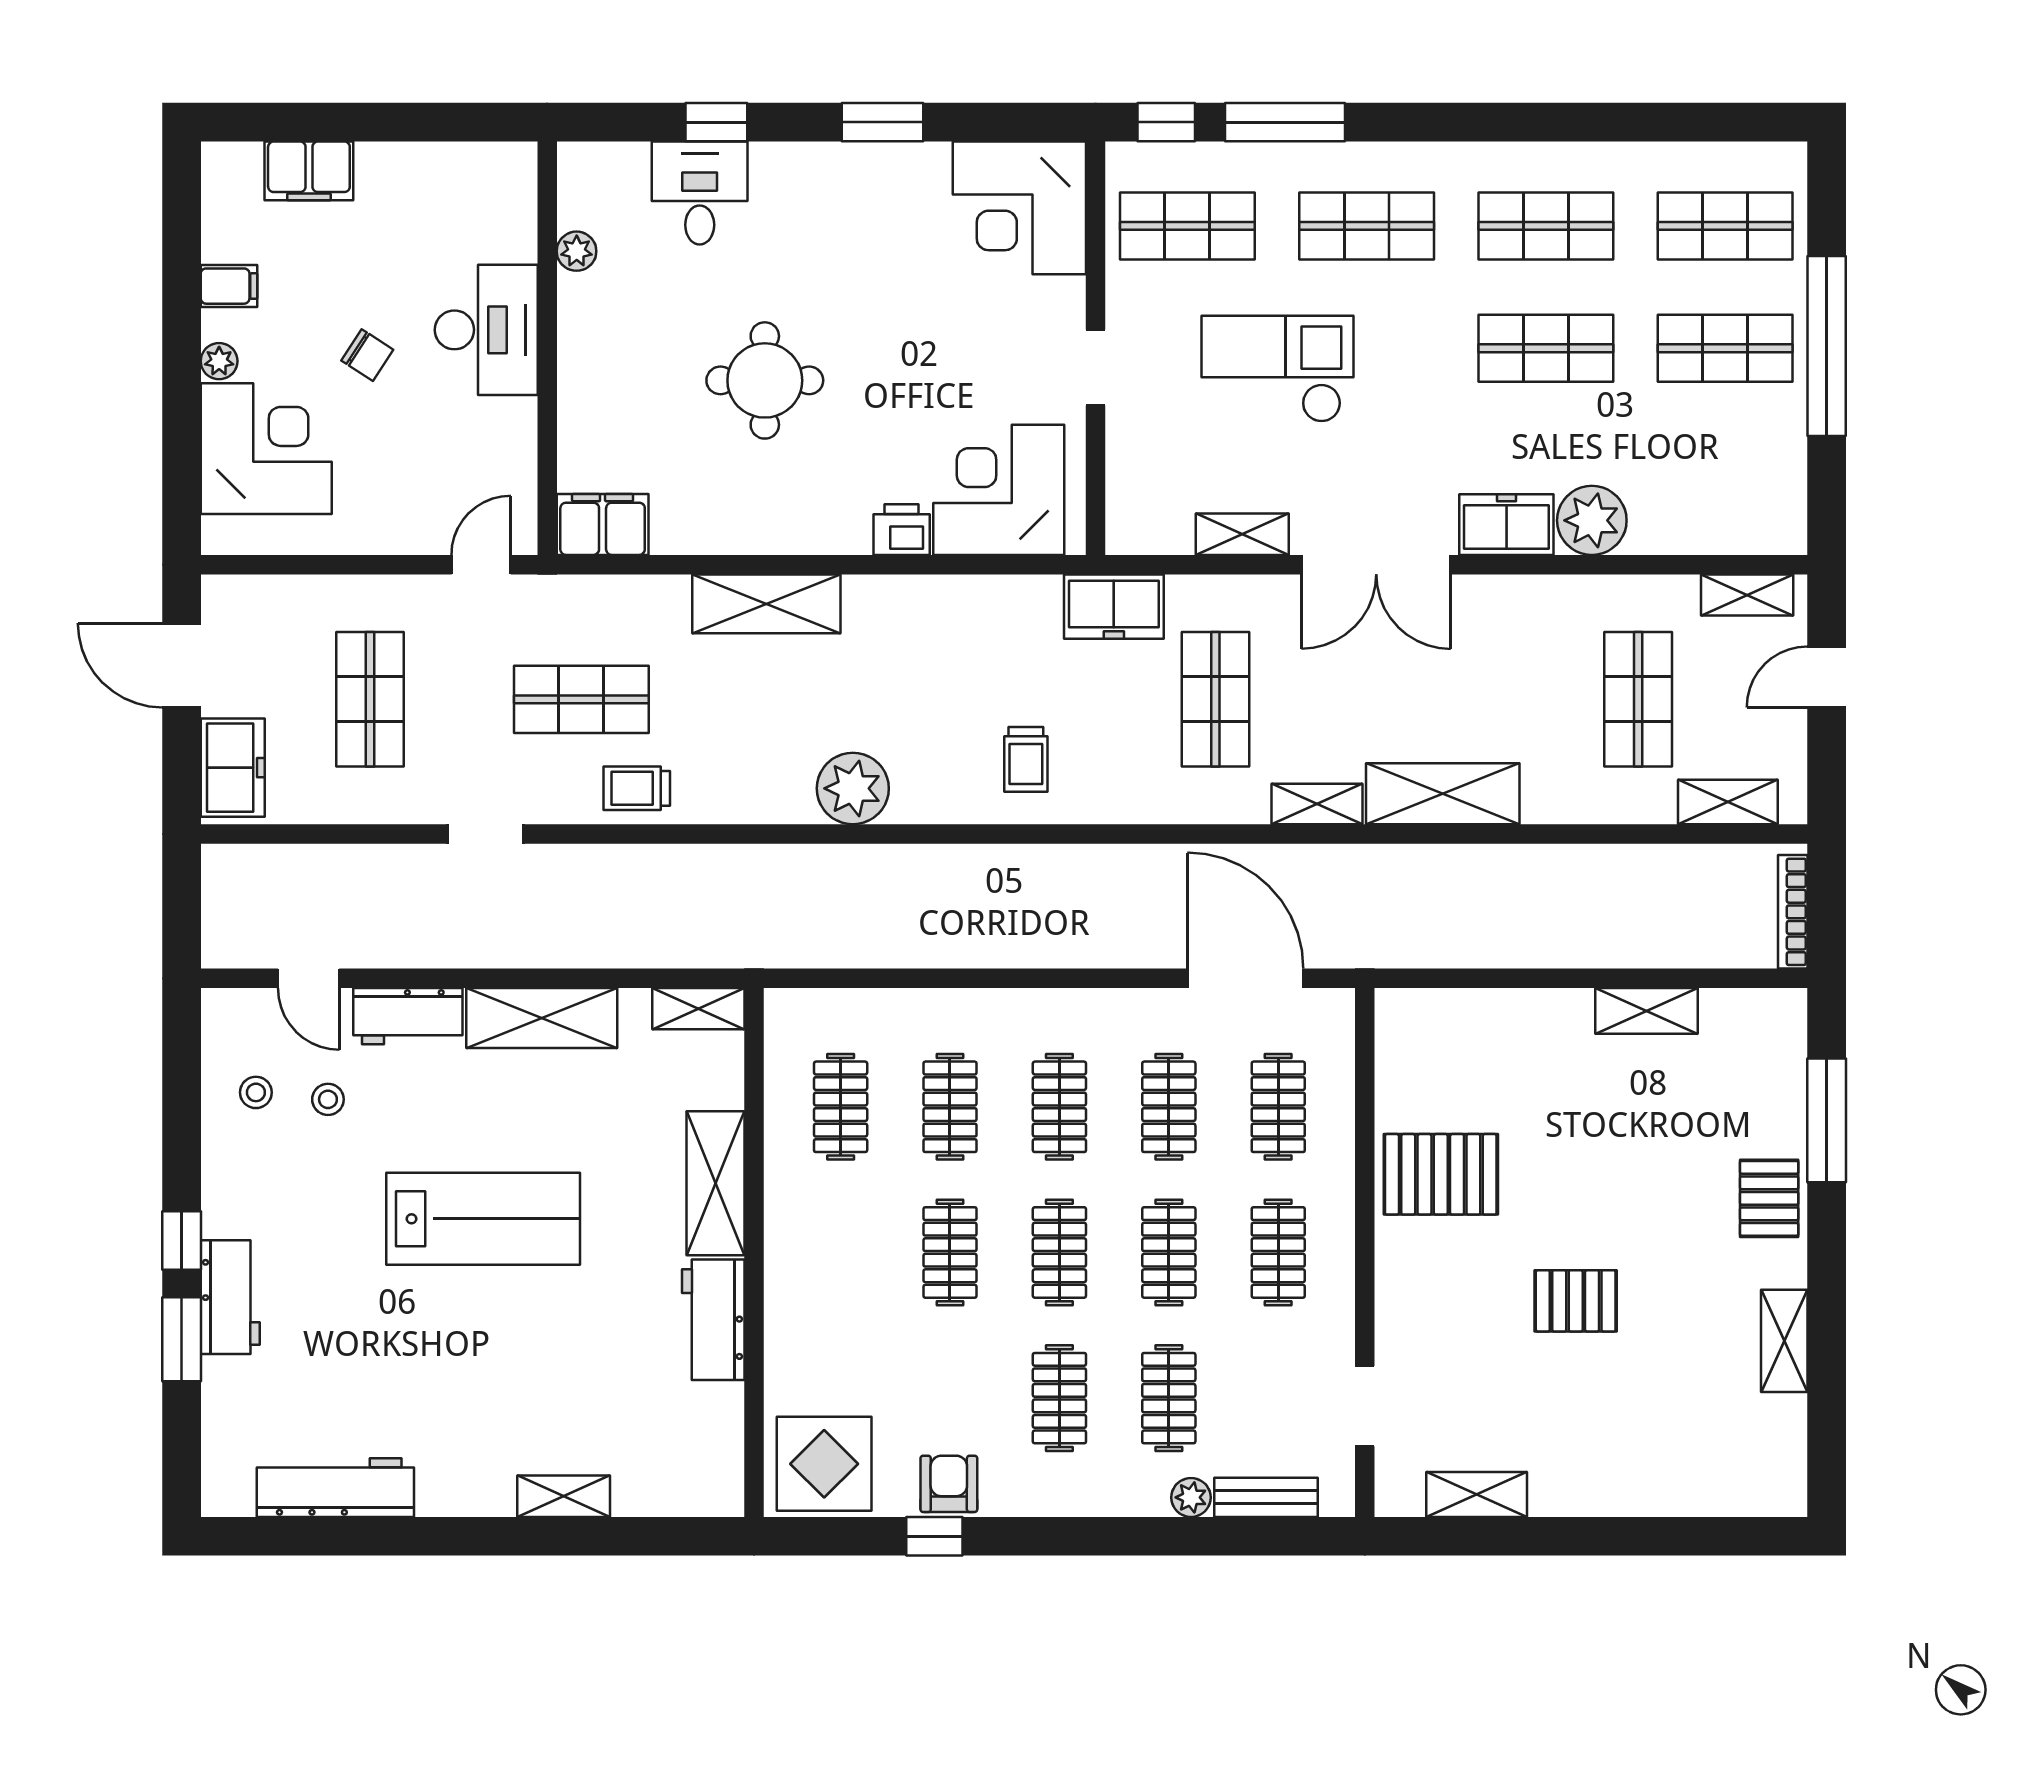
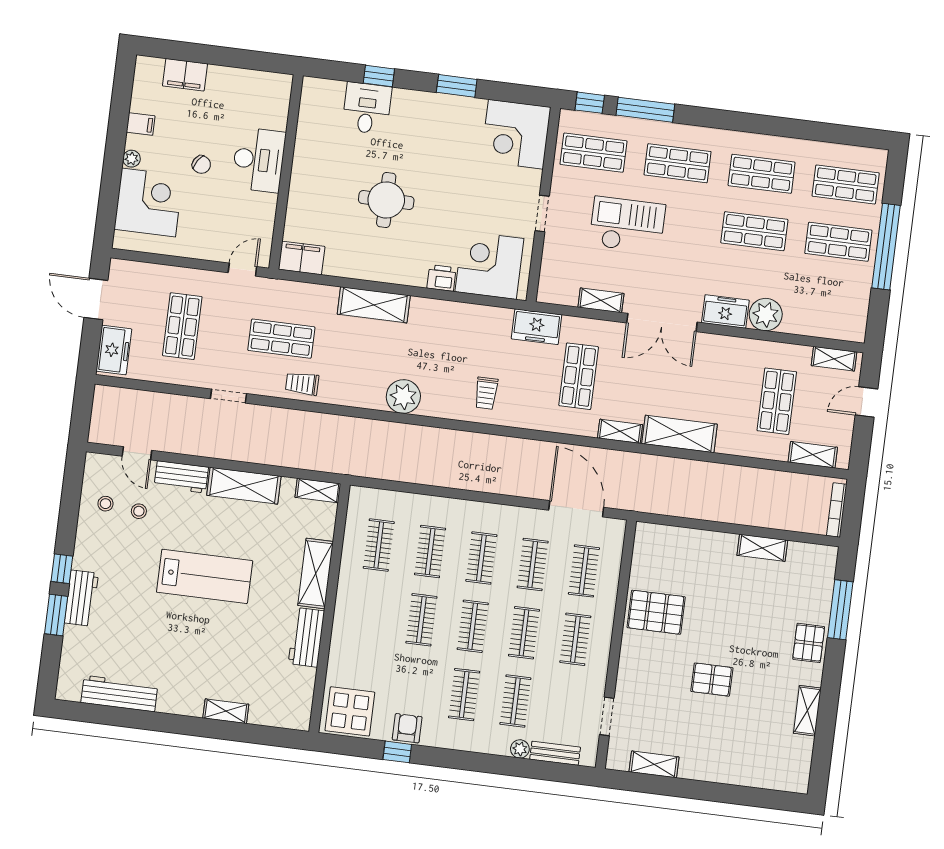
plant: (577, 251) -> (306, 128), removed

